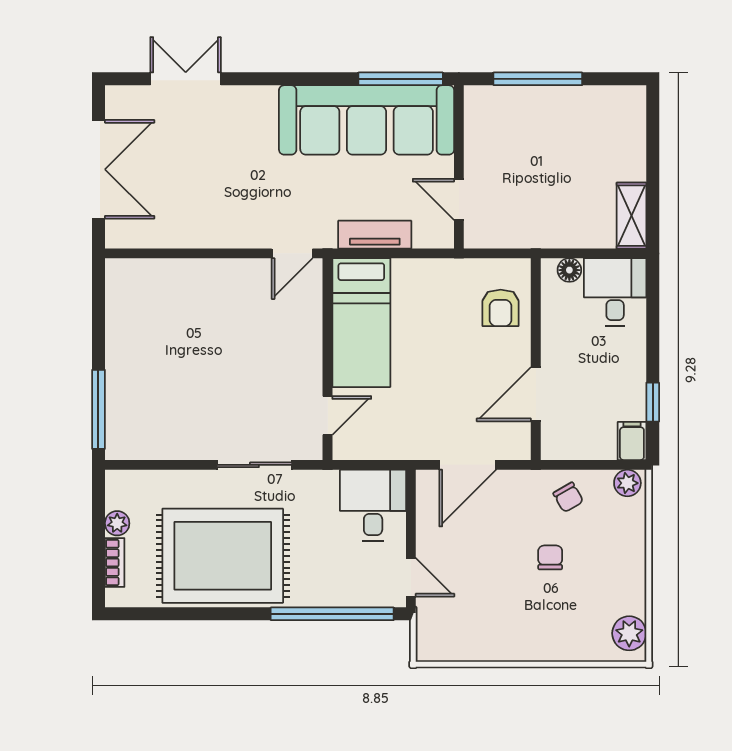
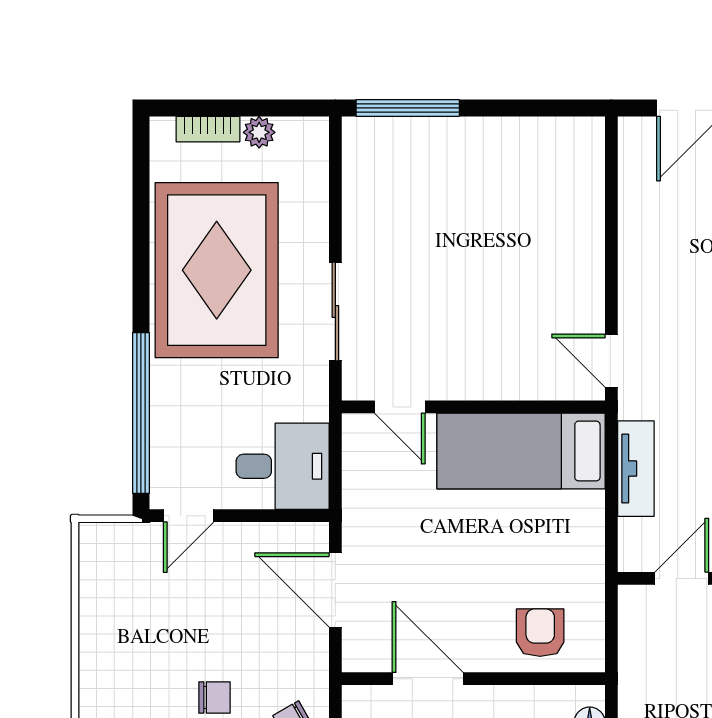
armchair: (501, 308) -> (540, 633), turned 90

